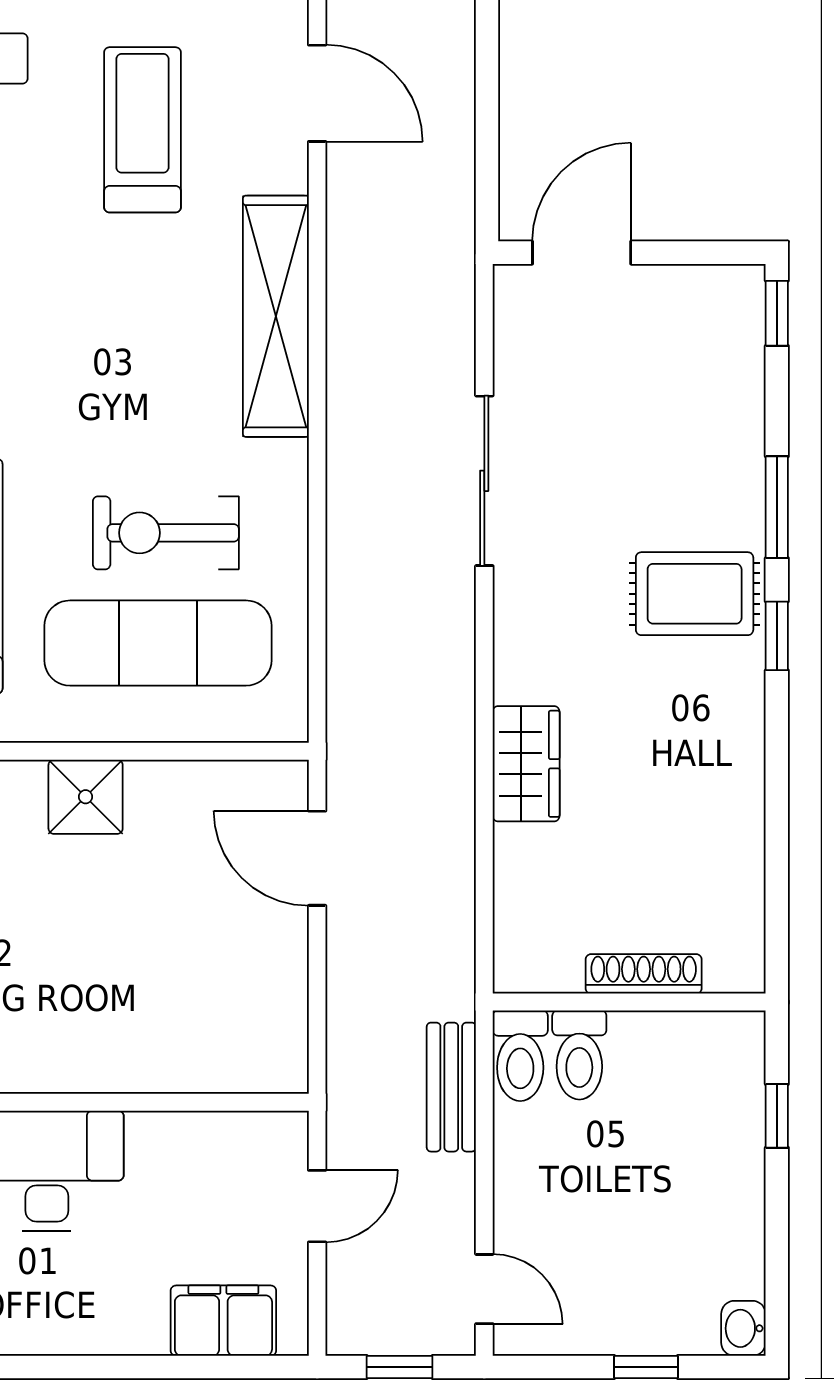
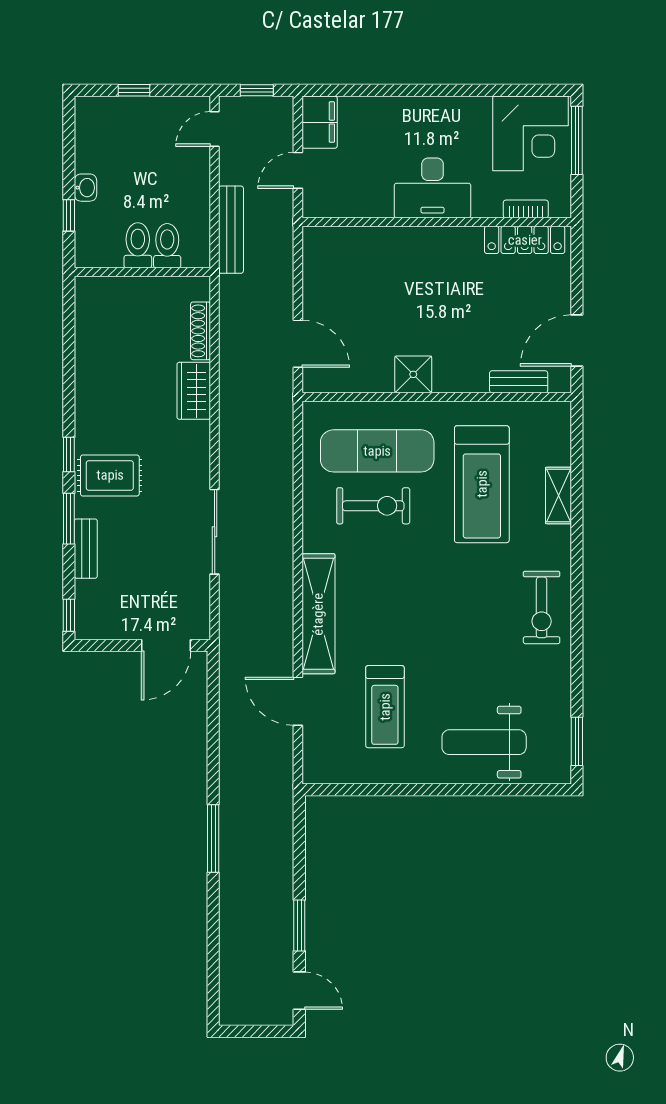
door: (317, 93) -> (298, 701), moved
bench: (743, 447) -> (86, 549), added
shoe rack: (644, 974) -> (201, 331), moved, turned 90
toilet: (520, 1056) -> (138, 245), moved
bench: (451, 1087) -> (231, 230), width x1.36
door: (484, 1289) -> (215, 129), hinge flipped
filing cabinet: (223, 1321) -> (320, 122), moved, turned -90
washbasin: (743, 1328) -> (85, 188), moved

